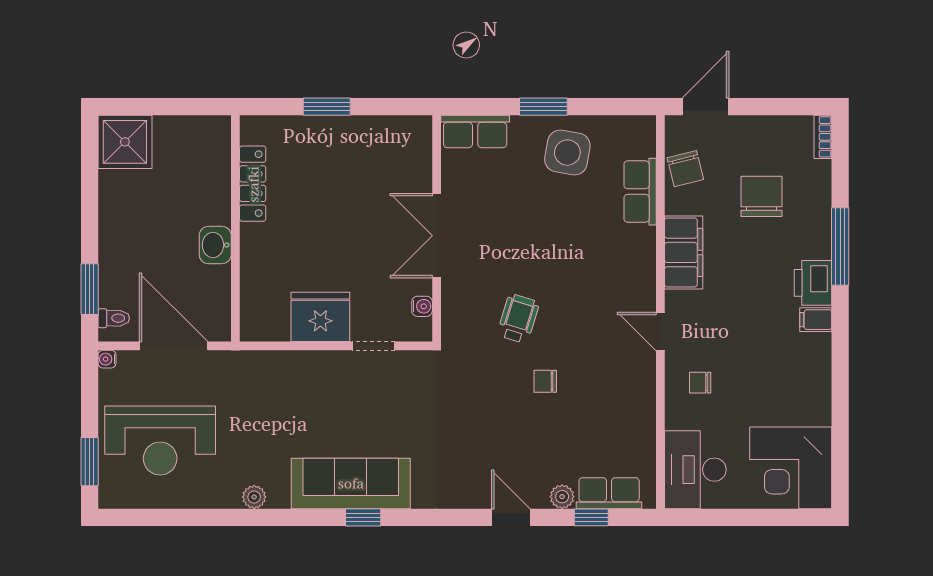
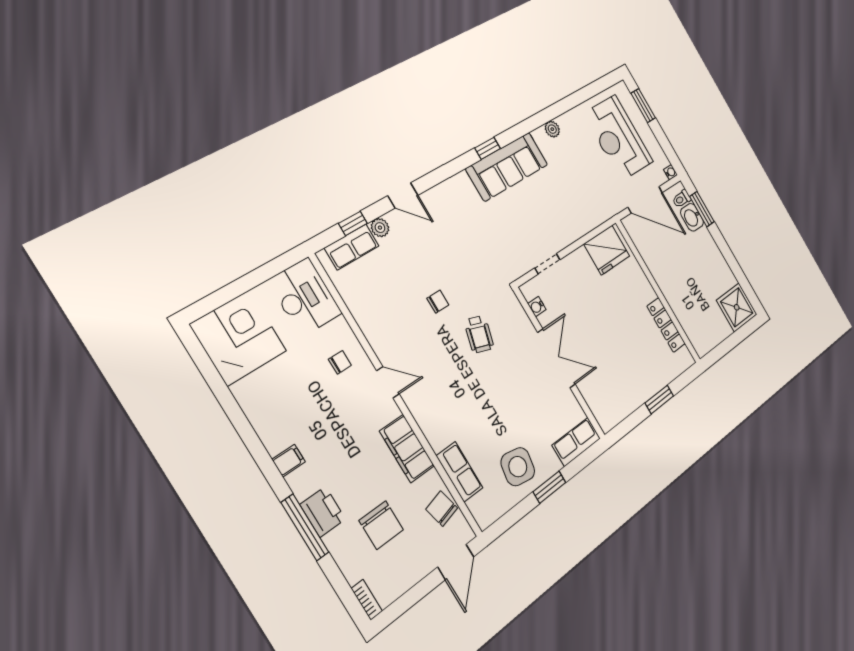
washbasin: (215, 245) -> (692, 217), moved, turned 180
printer: (813, 283) -> (323, 512), moved
fridge: (320, 317) -> (607, 250), moved
reception desk: (160, 440) -> (618, 138), turned -90

